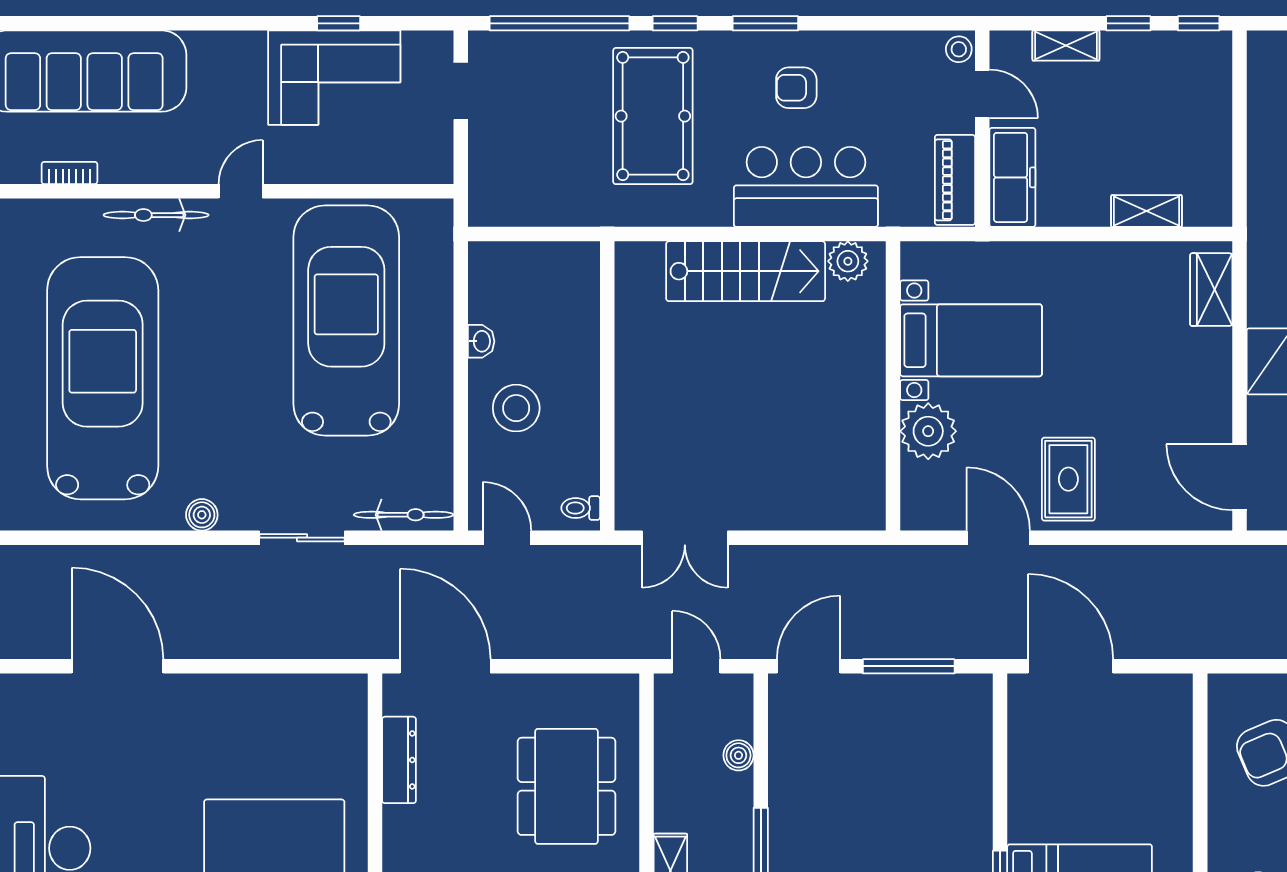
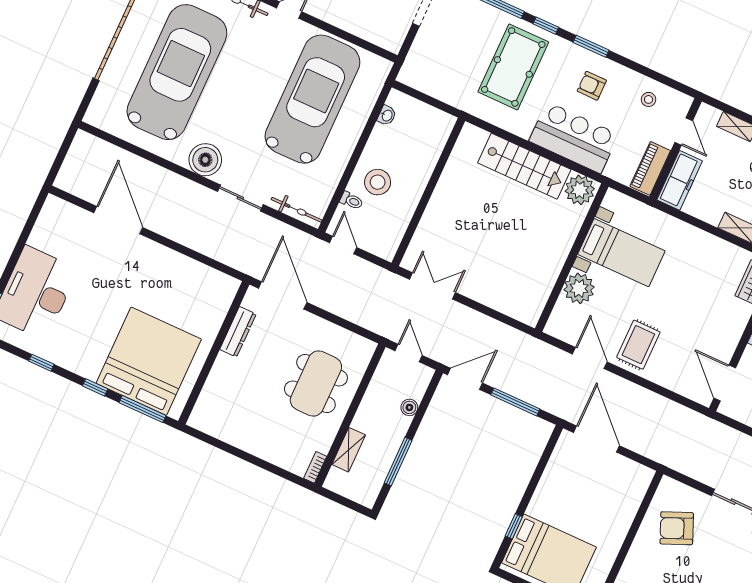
stool: (959, 49) -> (649, 99), moved
plant: (848, 261) -> (580, 190), width x1.36, depth x1.36
washbasin: (481, 341) -> (387, 115), moved
toilet: (581, 508) -> (352, 201), moved, turned 180
boiler: (202, 515) -> (205, 160), width x1.86, depth x1.86
double door: (685, 538) -> (432, 286), swing flipped

